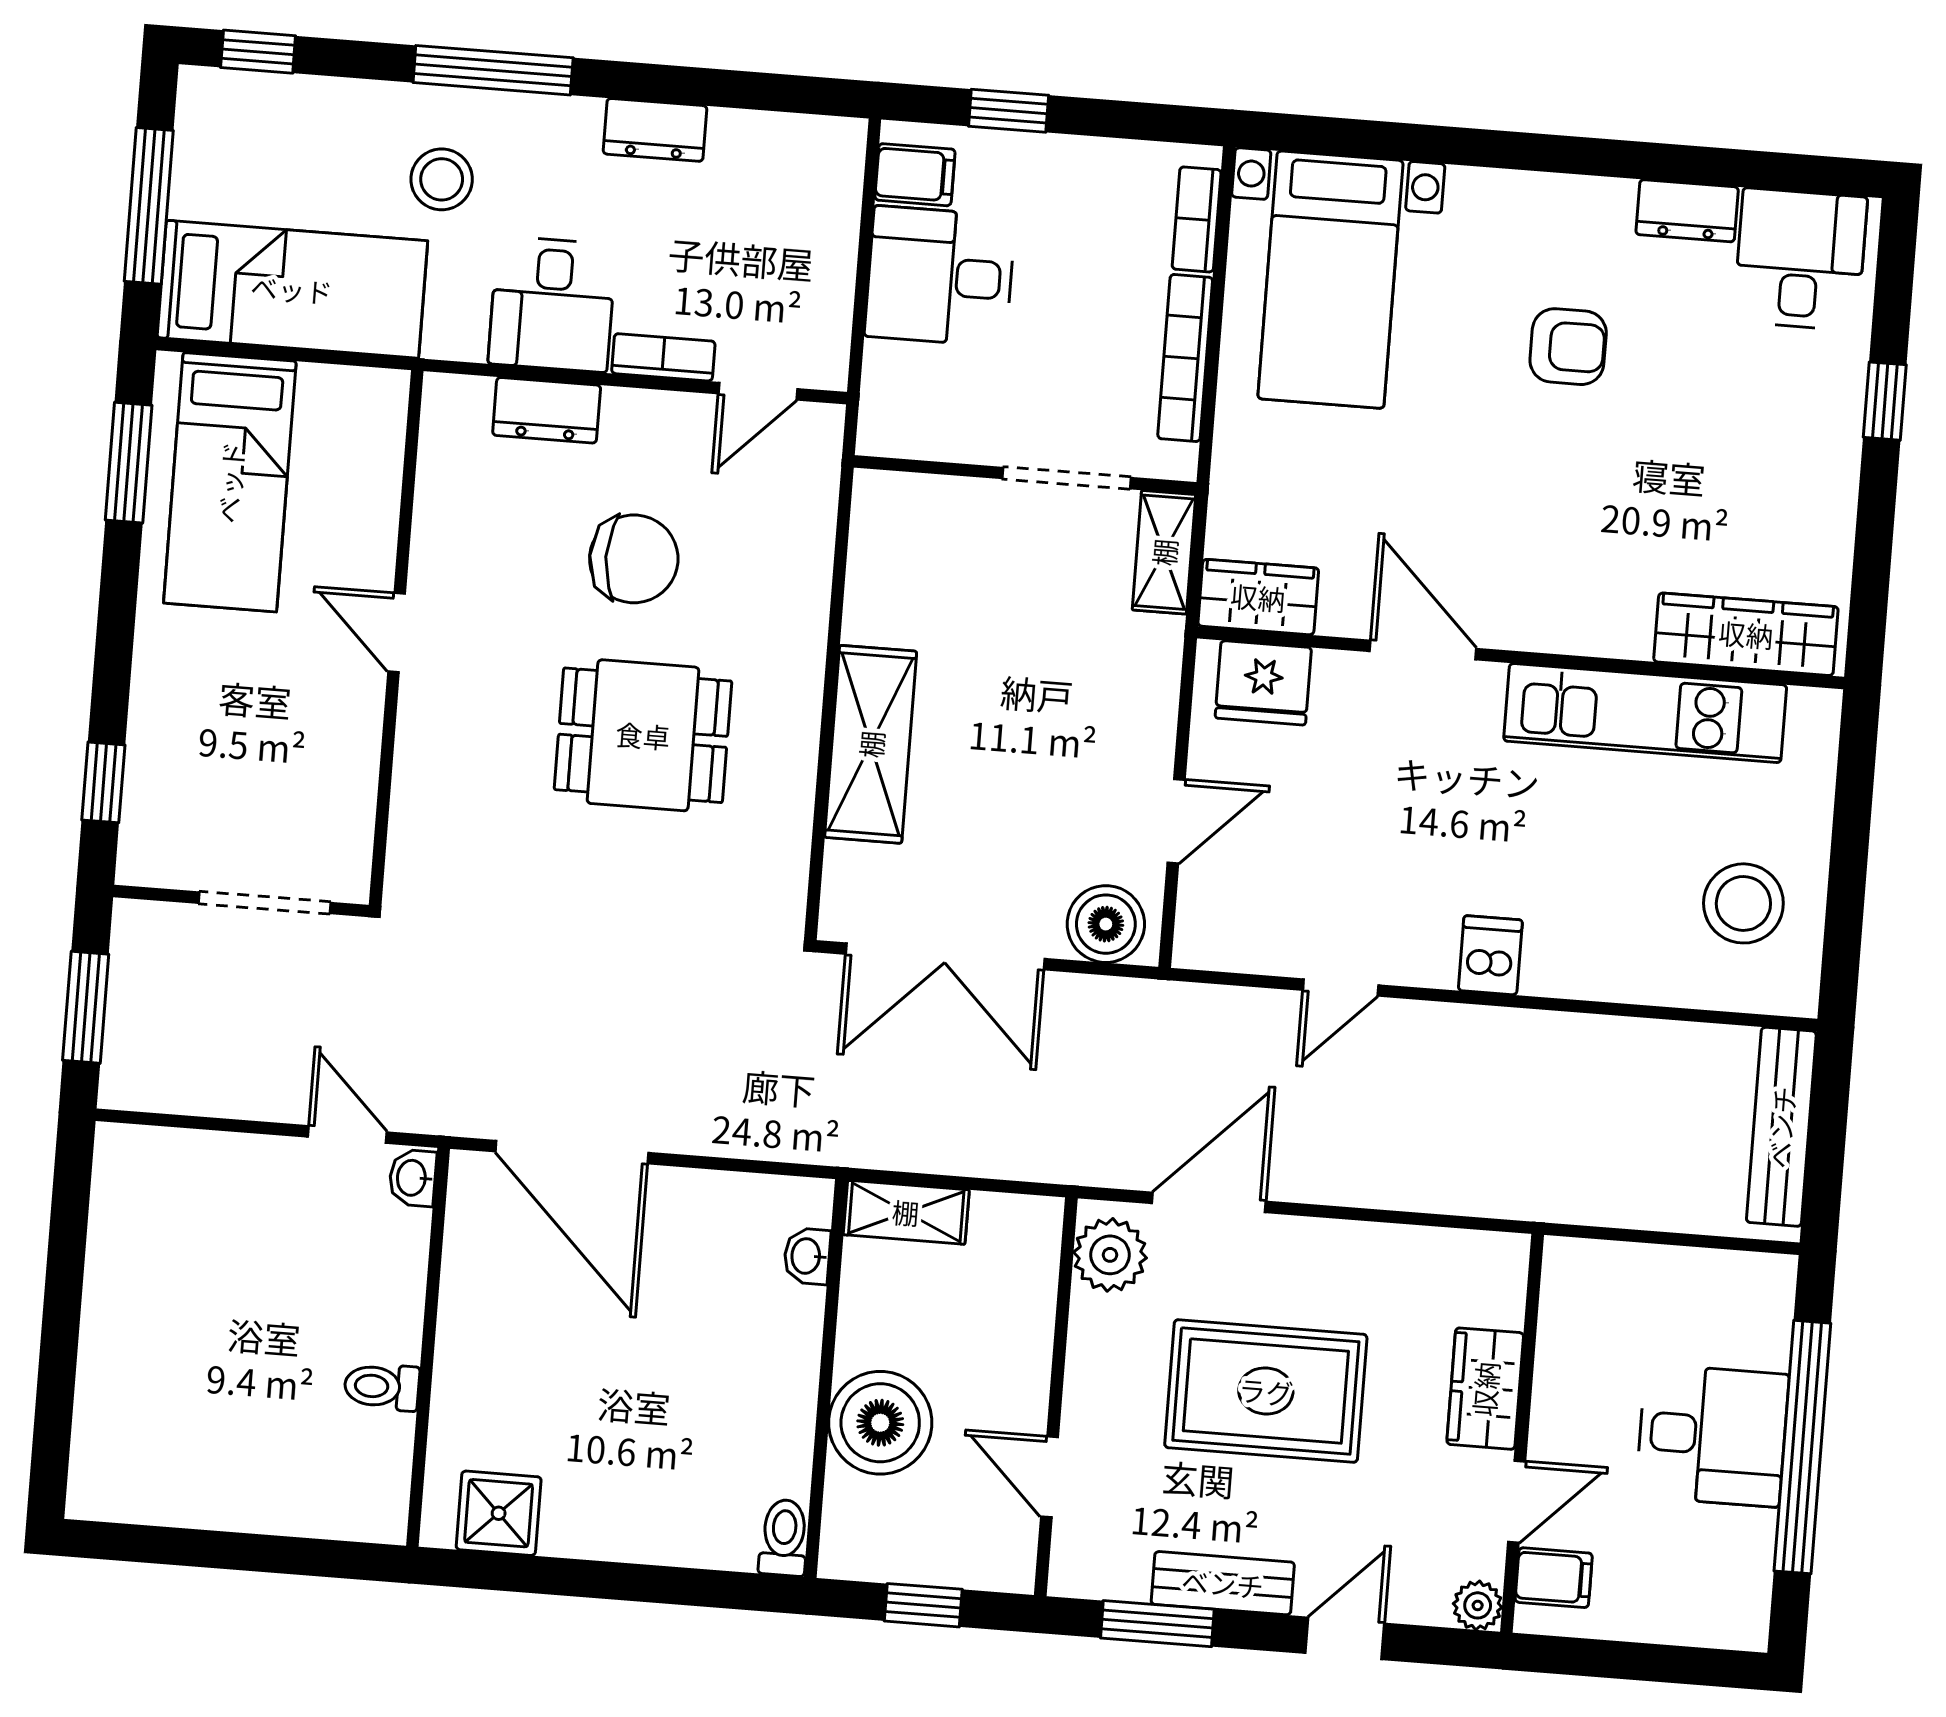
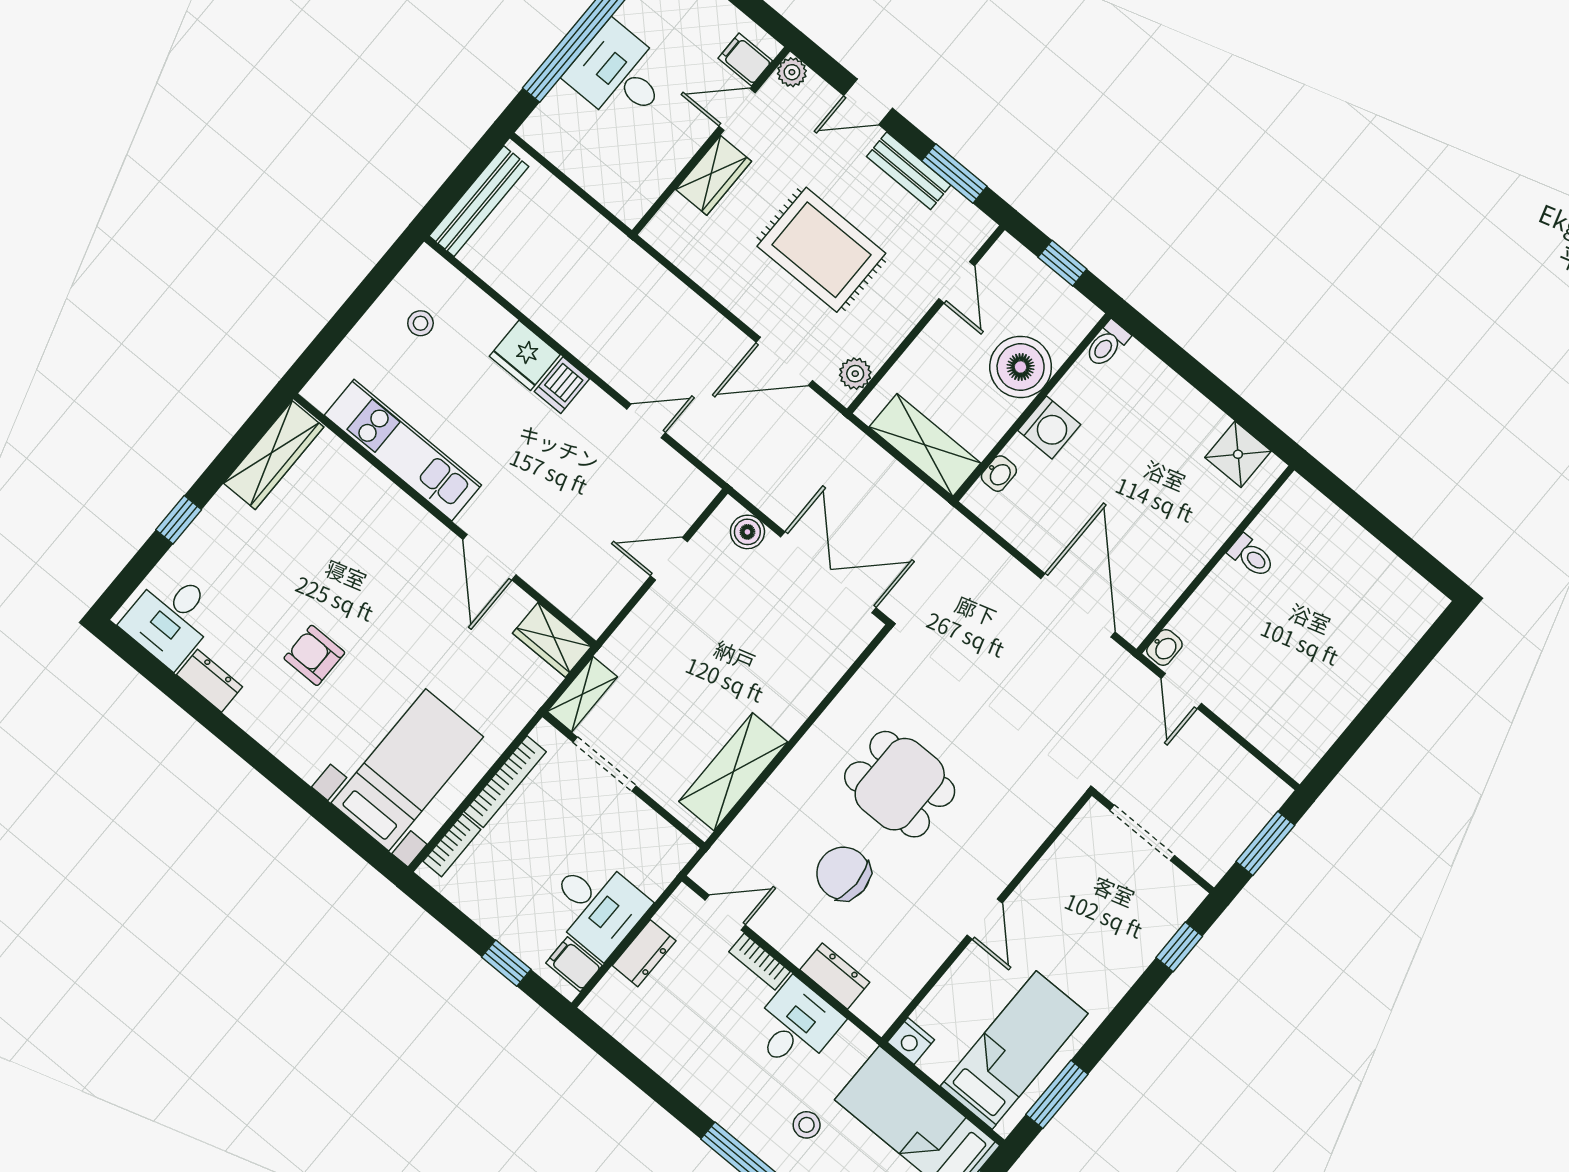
dresser: (655, 130) -> (644, 953), moved, turned 90
stool: (442, 179) -> (807, 1125), width x0.73, depth x0.73
nightstand: (380, 395) -> (911, 1041), added
wardrobe: (1746, 634) -> (274, 455), moved, turned -90
fridge: (1263, 683) -> (525, 355), moved, turned 180
shelving: (871, 744) -> (733, 772), moved
stool: (1743, 903) -> (420, 323), width x0.53, depth x0.53
boiler: (1106, 924) -> (747, 532), width x0.73, depth x0.73
shelving: (906, 1212) -> (925, 445), width x1.50, depth x1.33
plant: (1110, 1255) -> (855, 374), width x0.73, depth x0.73
washing machine: (783, 1368) -> (1049, 428), added

